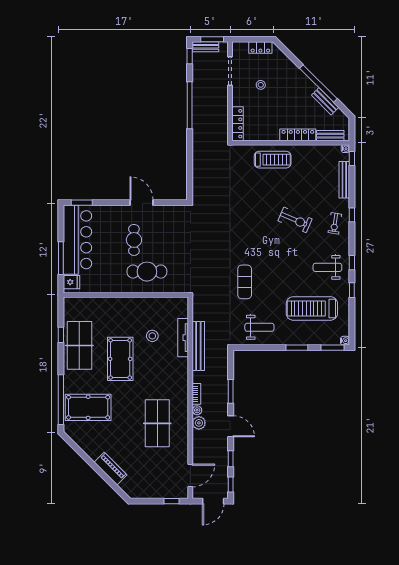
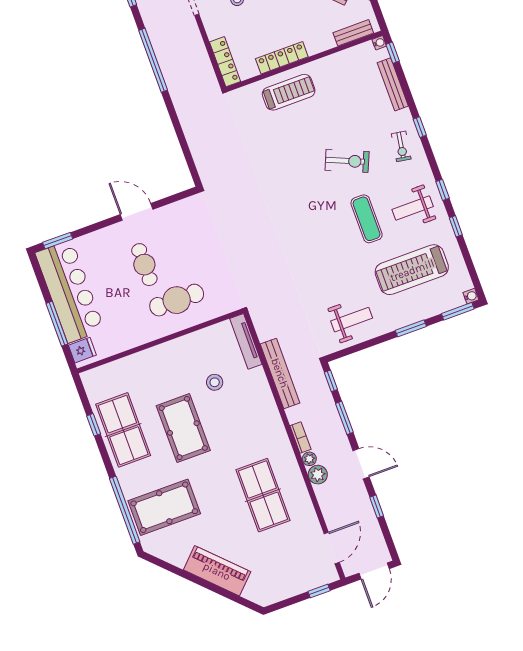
locker: (298, 135) -> (282, 58), moved
exercise mat: (245, 282) -> (367, 219), moved
tv unit: (183, 338) -> (246, 341), moved
piano: (111, 469) -> (217, 571), width x1.37, depth x1.33
window: (231, 484) -> (331, 381), moved

